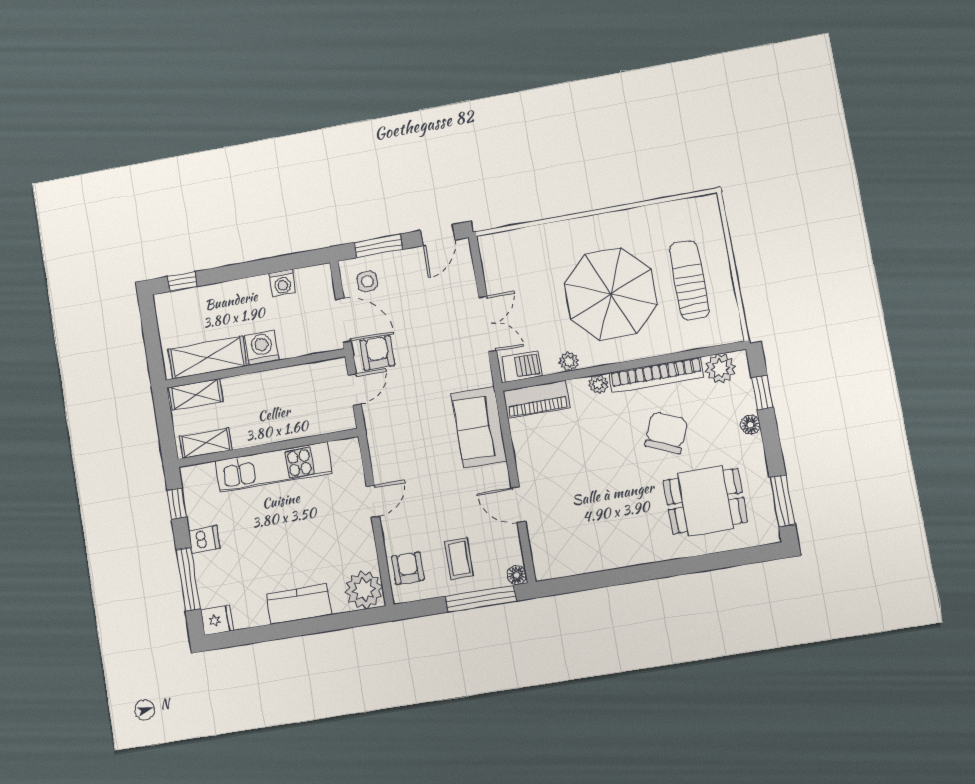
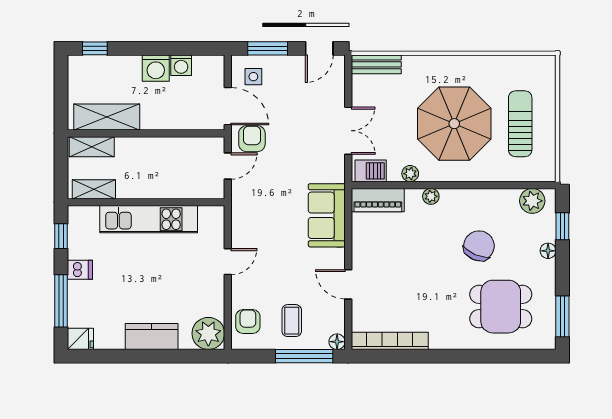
bench: (507, 241) -> (376, 64), added
washing machine: (262, 348) -> (156, 68), moved, turned 180
bookcase: (656, 375) -> (390, 341), moved, turned 180

